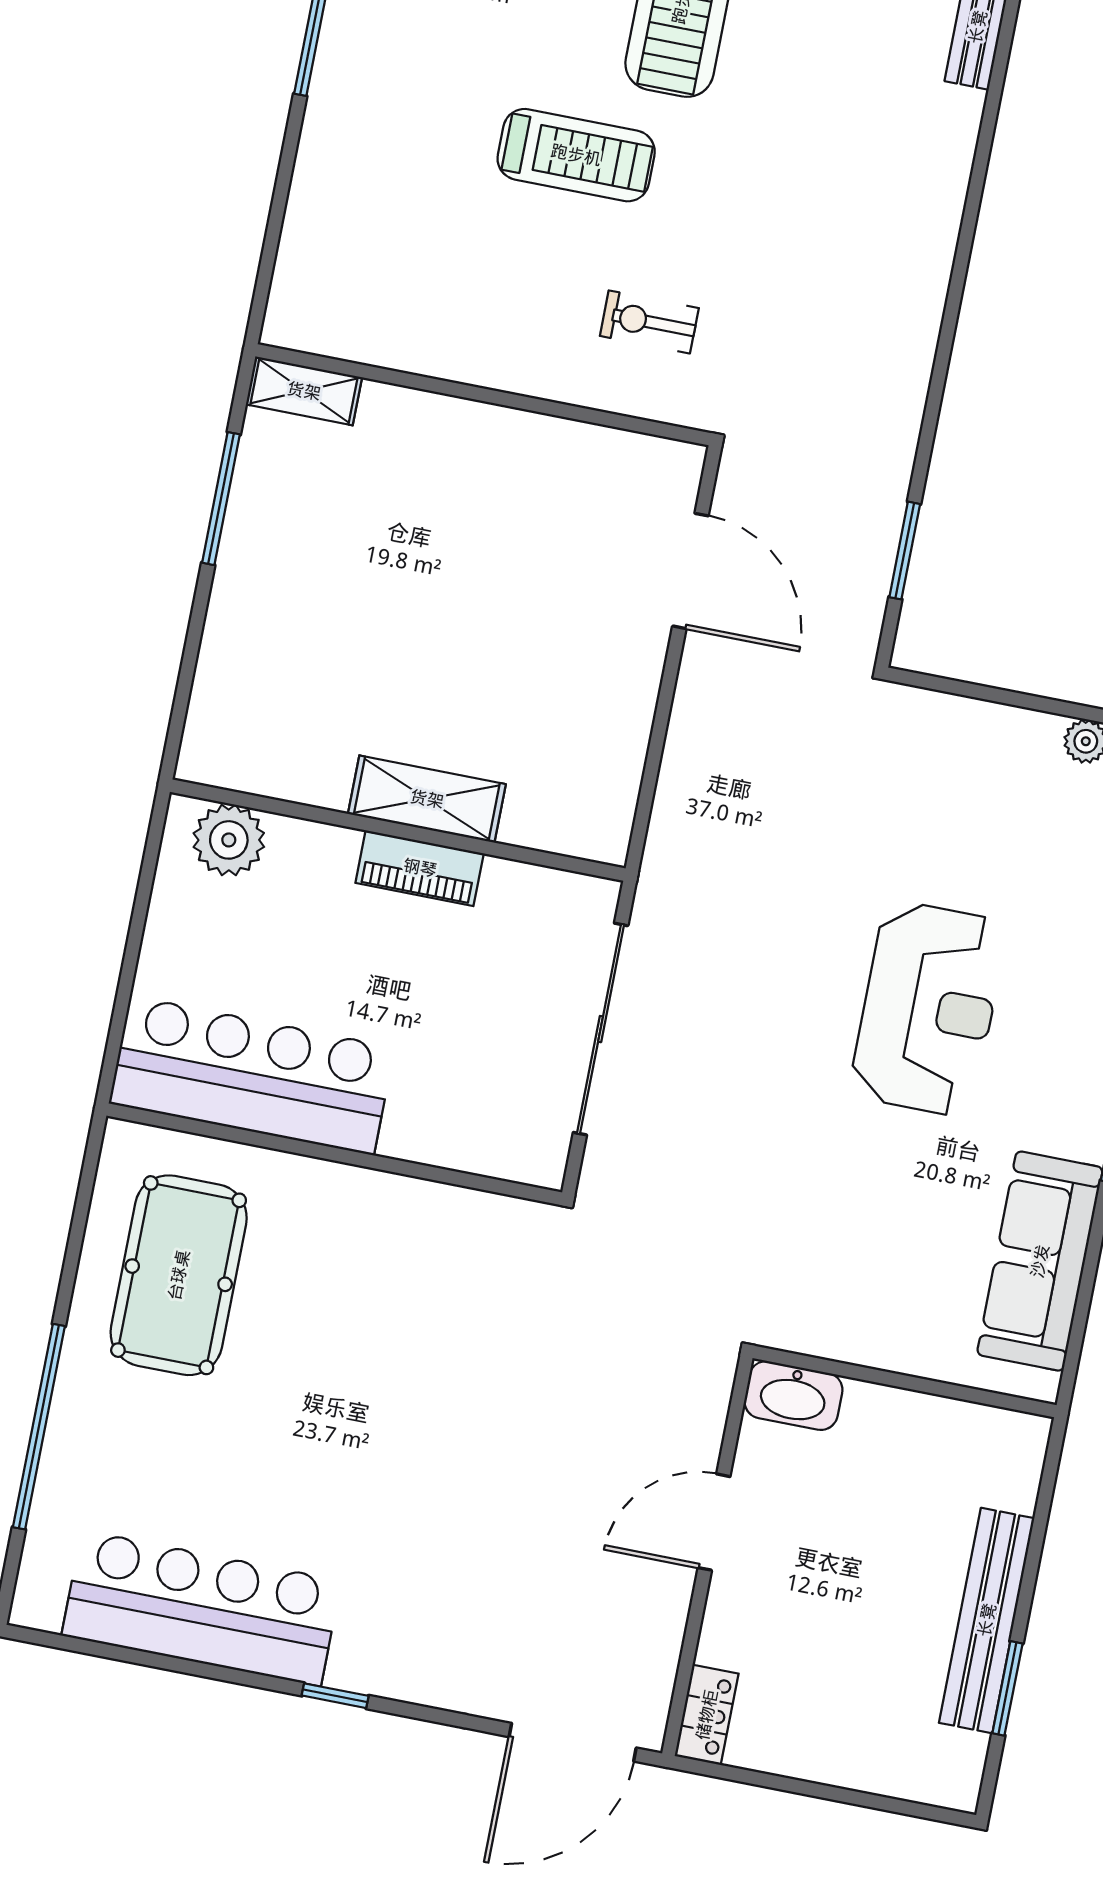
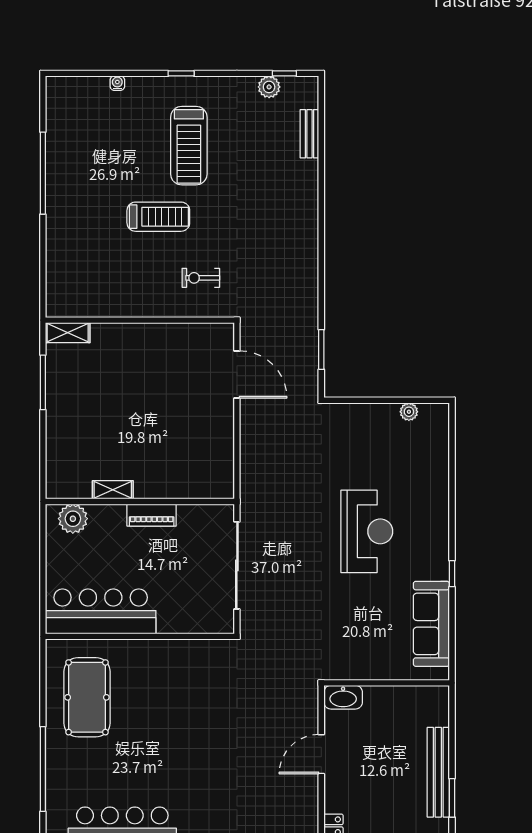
shelving: (427, 799) -> (113, 490), moved, width x0.67, depth x0.75

